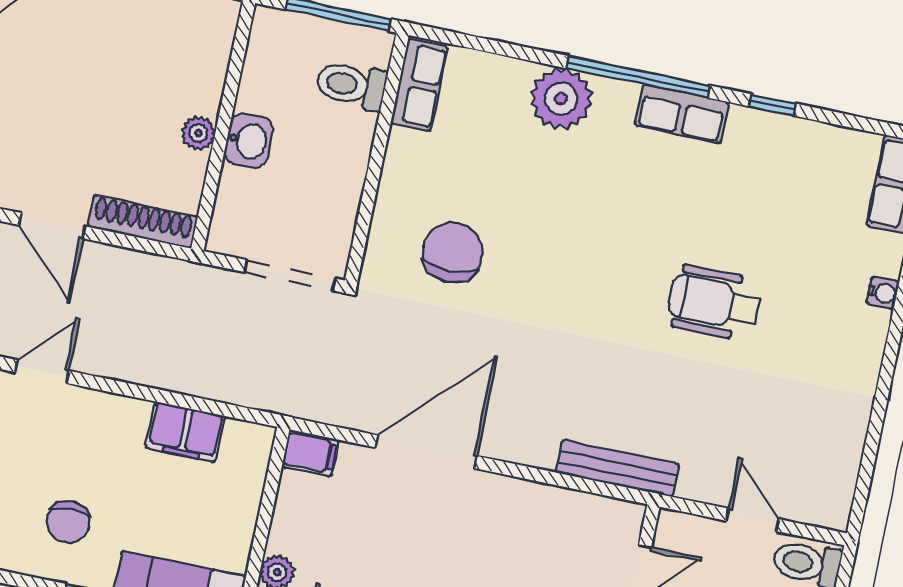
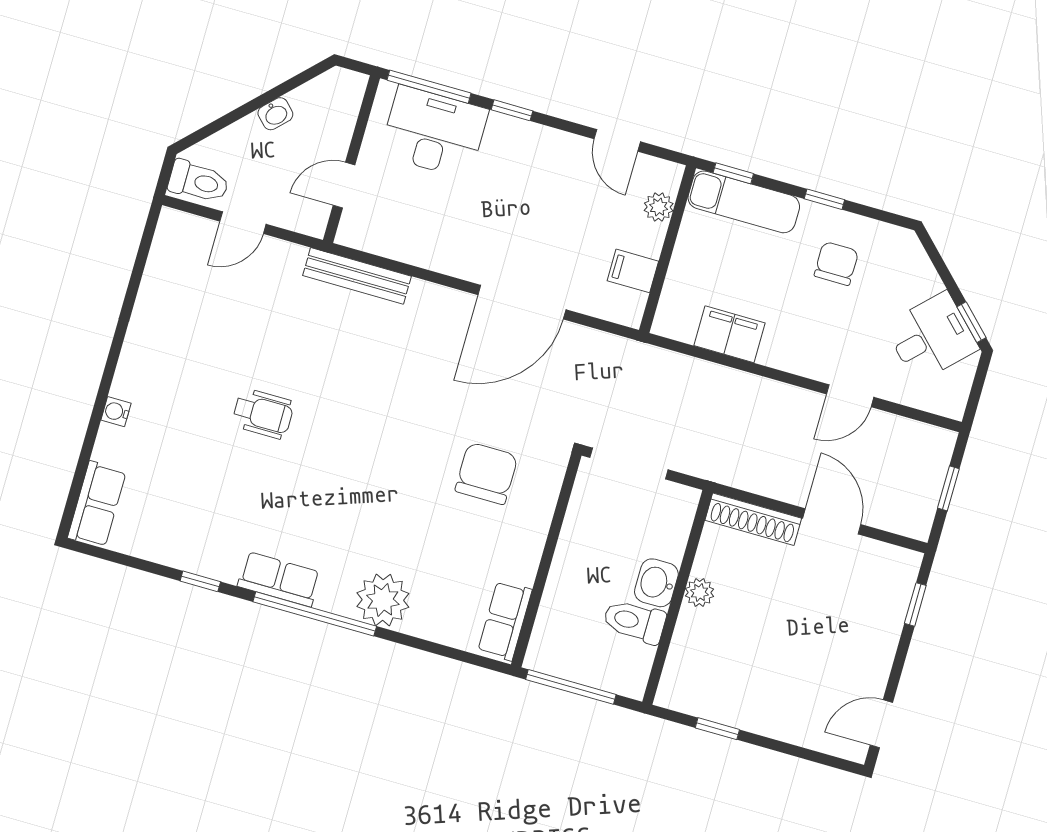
toilet: (351, 85) -> (634, 621), moved, turned 180
chair: (453, 252) -> (486, 473), turned 180
wheelchair: (714, 303) -> (263, 414), width x0.73, depth x0.73
filing cabinet: (310, 453) -> (633, 271), moved
door: (753, 520) -> (243, 223), hinge flipped

